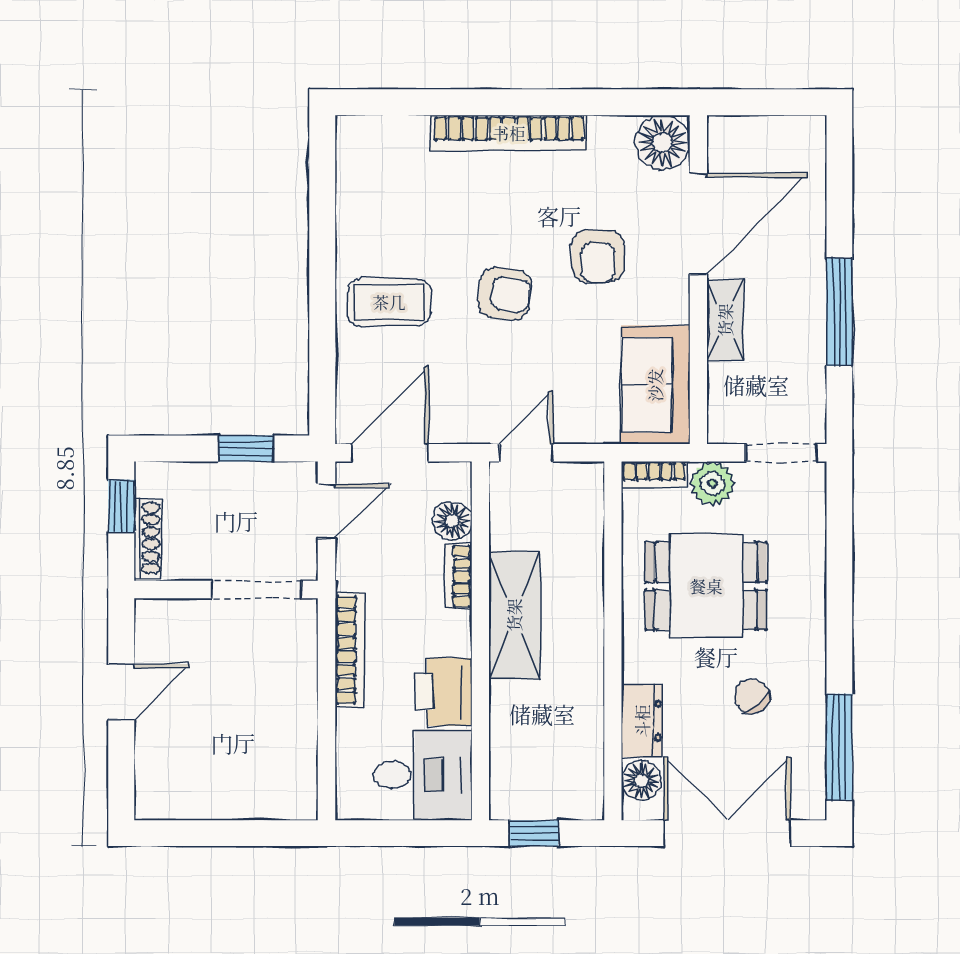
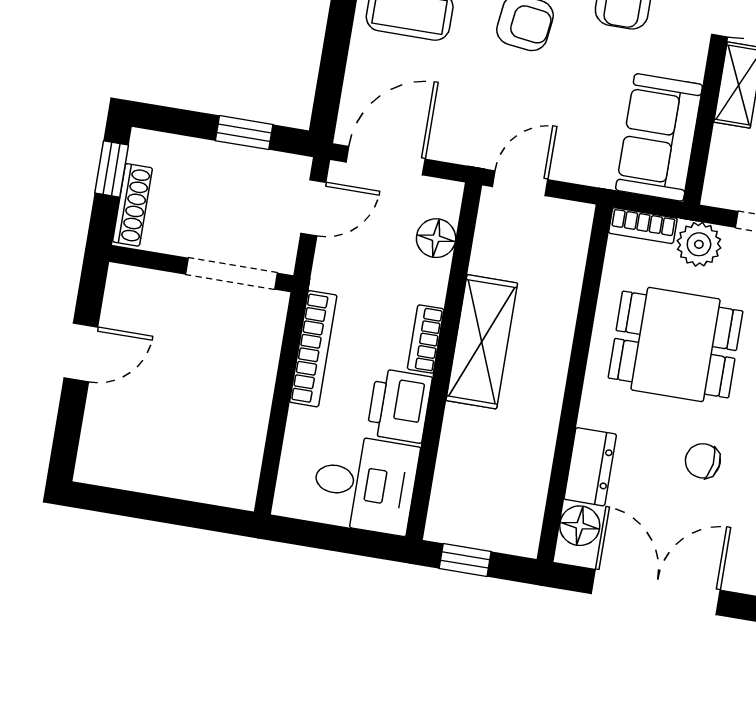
bookcase: (459, 576) -> (426, 339), moved
chair: (752, 696) -> (703, 461), turned -45

